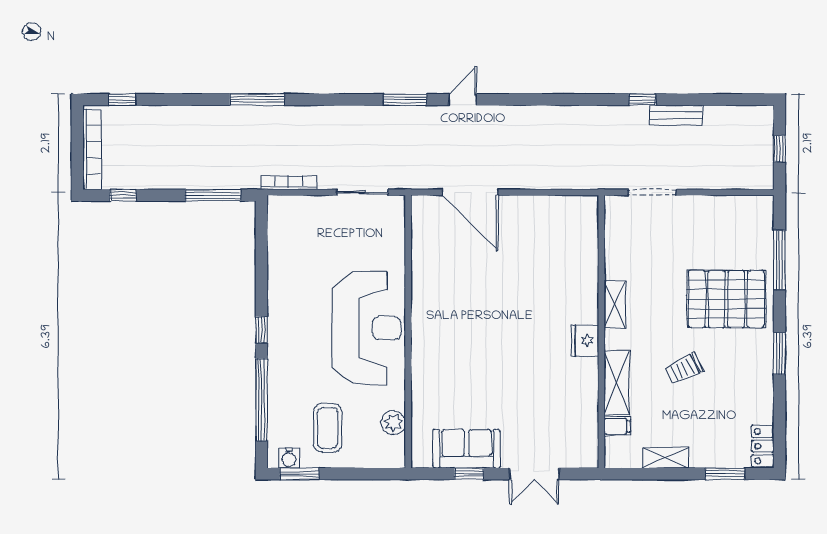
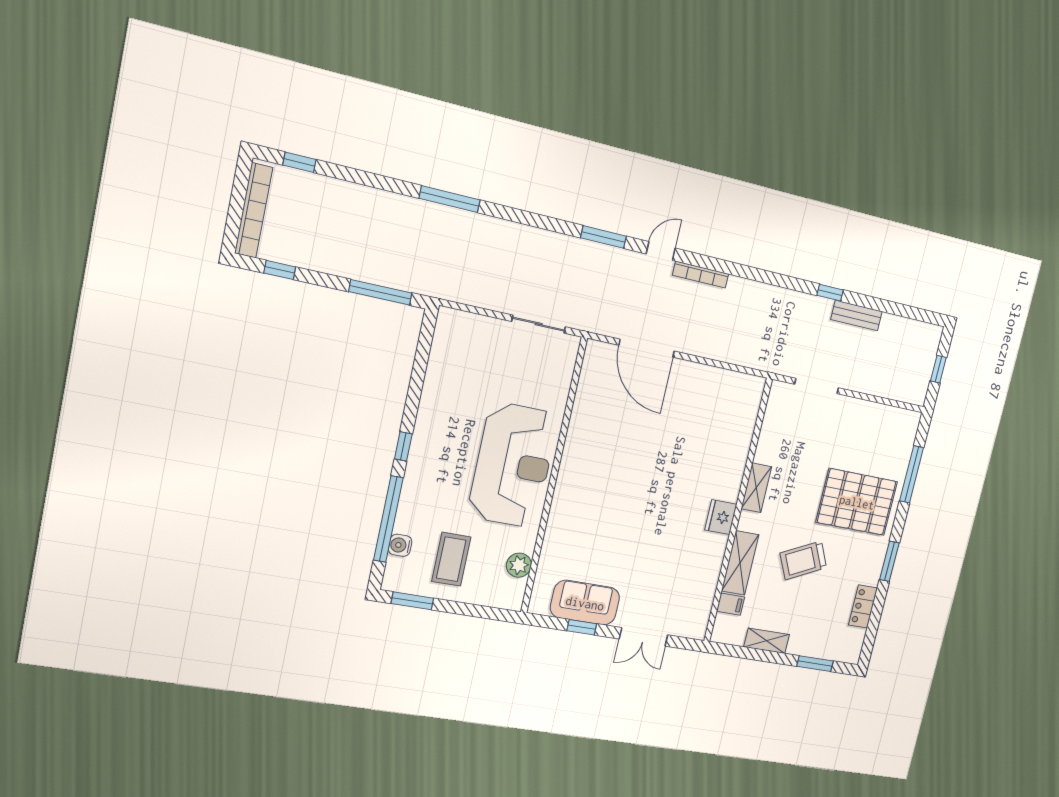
bookcase: (289, 183) -> (701, 275), moved, turned 180
trolley: (684, 369) -> (803, 560), width x1.36, depth x1.39
locker: (763, 446) -> (863, 606), moved
water cooler: (289, 458) -> (400, 545), moved, turned 90

